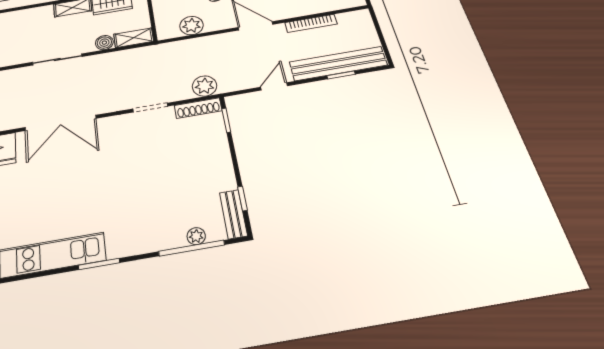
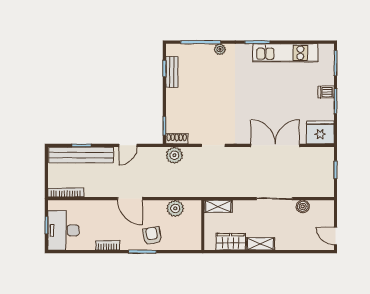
bookcase: (311, 23) -> (66, 192), moved
boiler: (104, 43) -> (303, 206), moved
shoe rack: (198, 108) -> (177, 139), width x0.70
bench: (233, 214) -> (172, 72), moved
plant: (196, 236) -> (220, 49), moved

